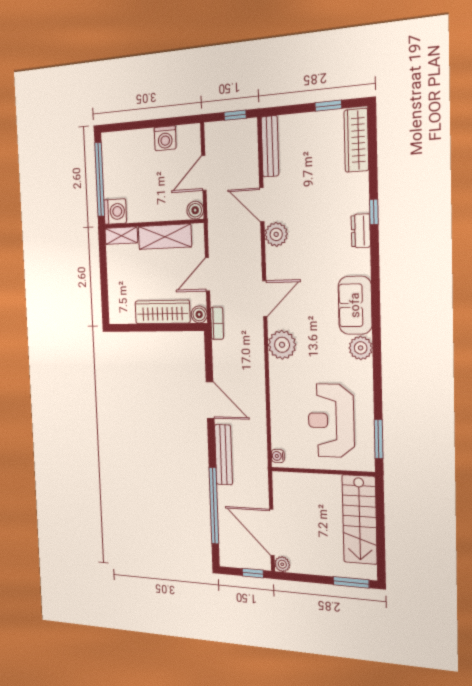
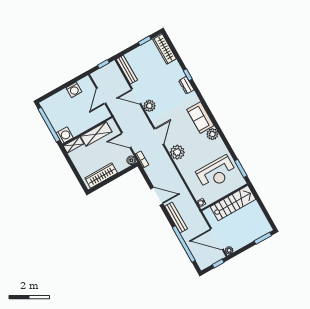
boiler: (195, 210) -> (105, 115), removed
door: (207, 274) -> (126, 140), hinge flipped
wardrobe: (162, 312) -> (101, 175), moved
reception desk: (331, 421) -> (216, 173), turned -90
stairs: (359, 519) -> (233, 203), moved, turned -90

